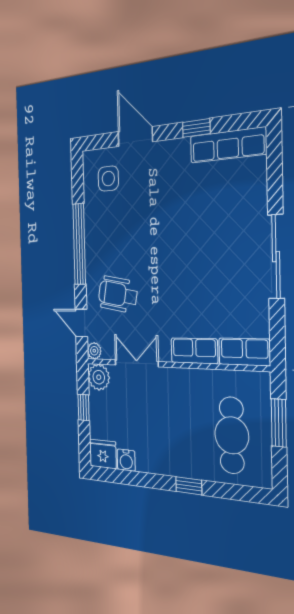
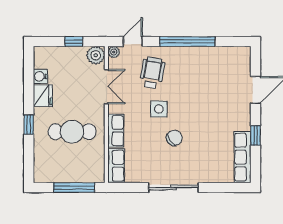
side table: (108, 179) -> (159, 109), moved
chair: (202, 258) -> (174, 138), added
window: (279, 423) -> (74, 188), width x1.44
cafe table: (232, 435) -> (72, 132), moved
fridge: (103, 454) -> (43, 96), moved

